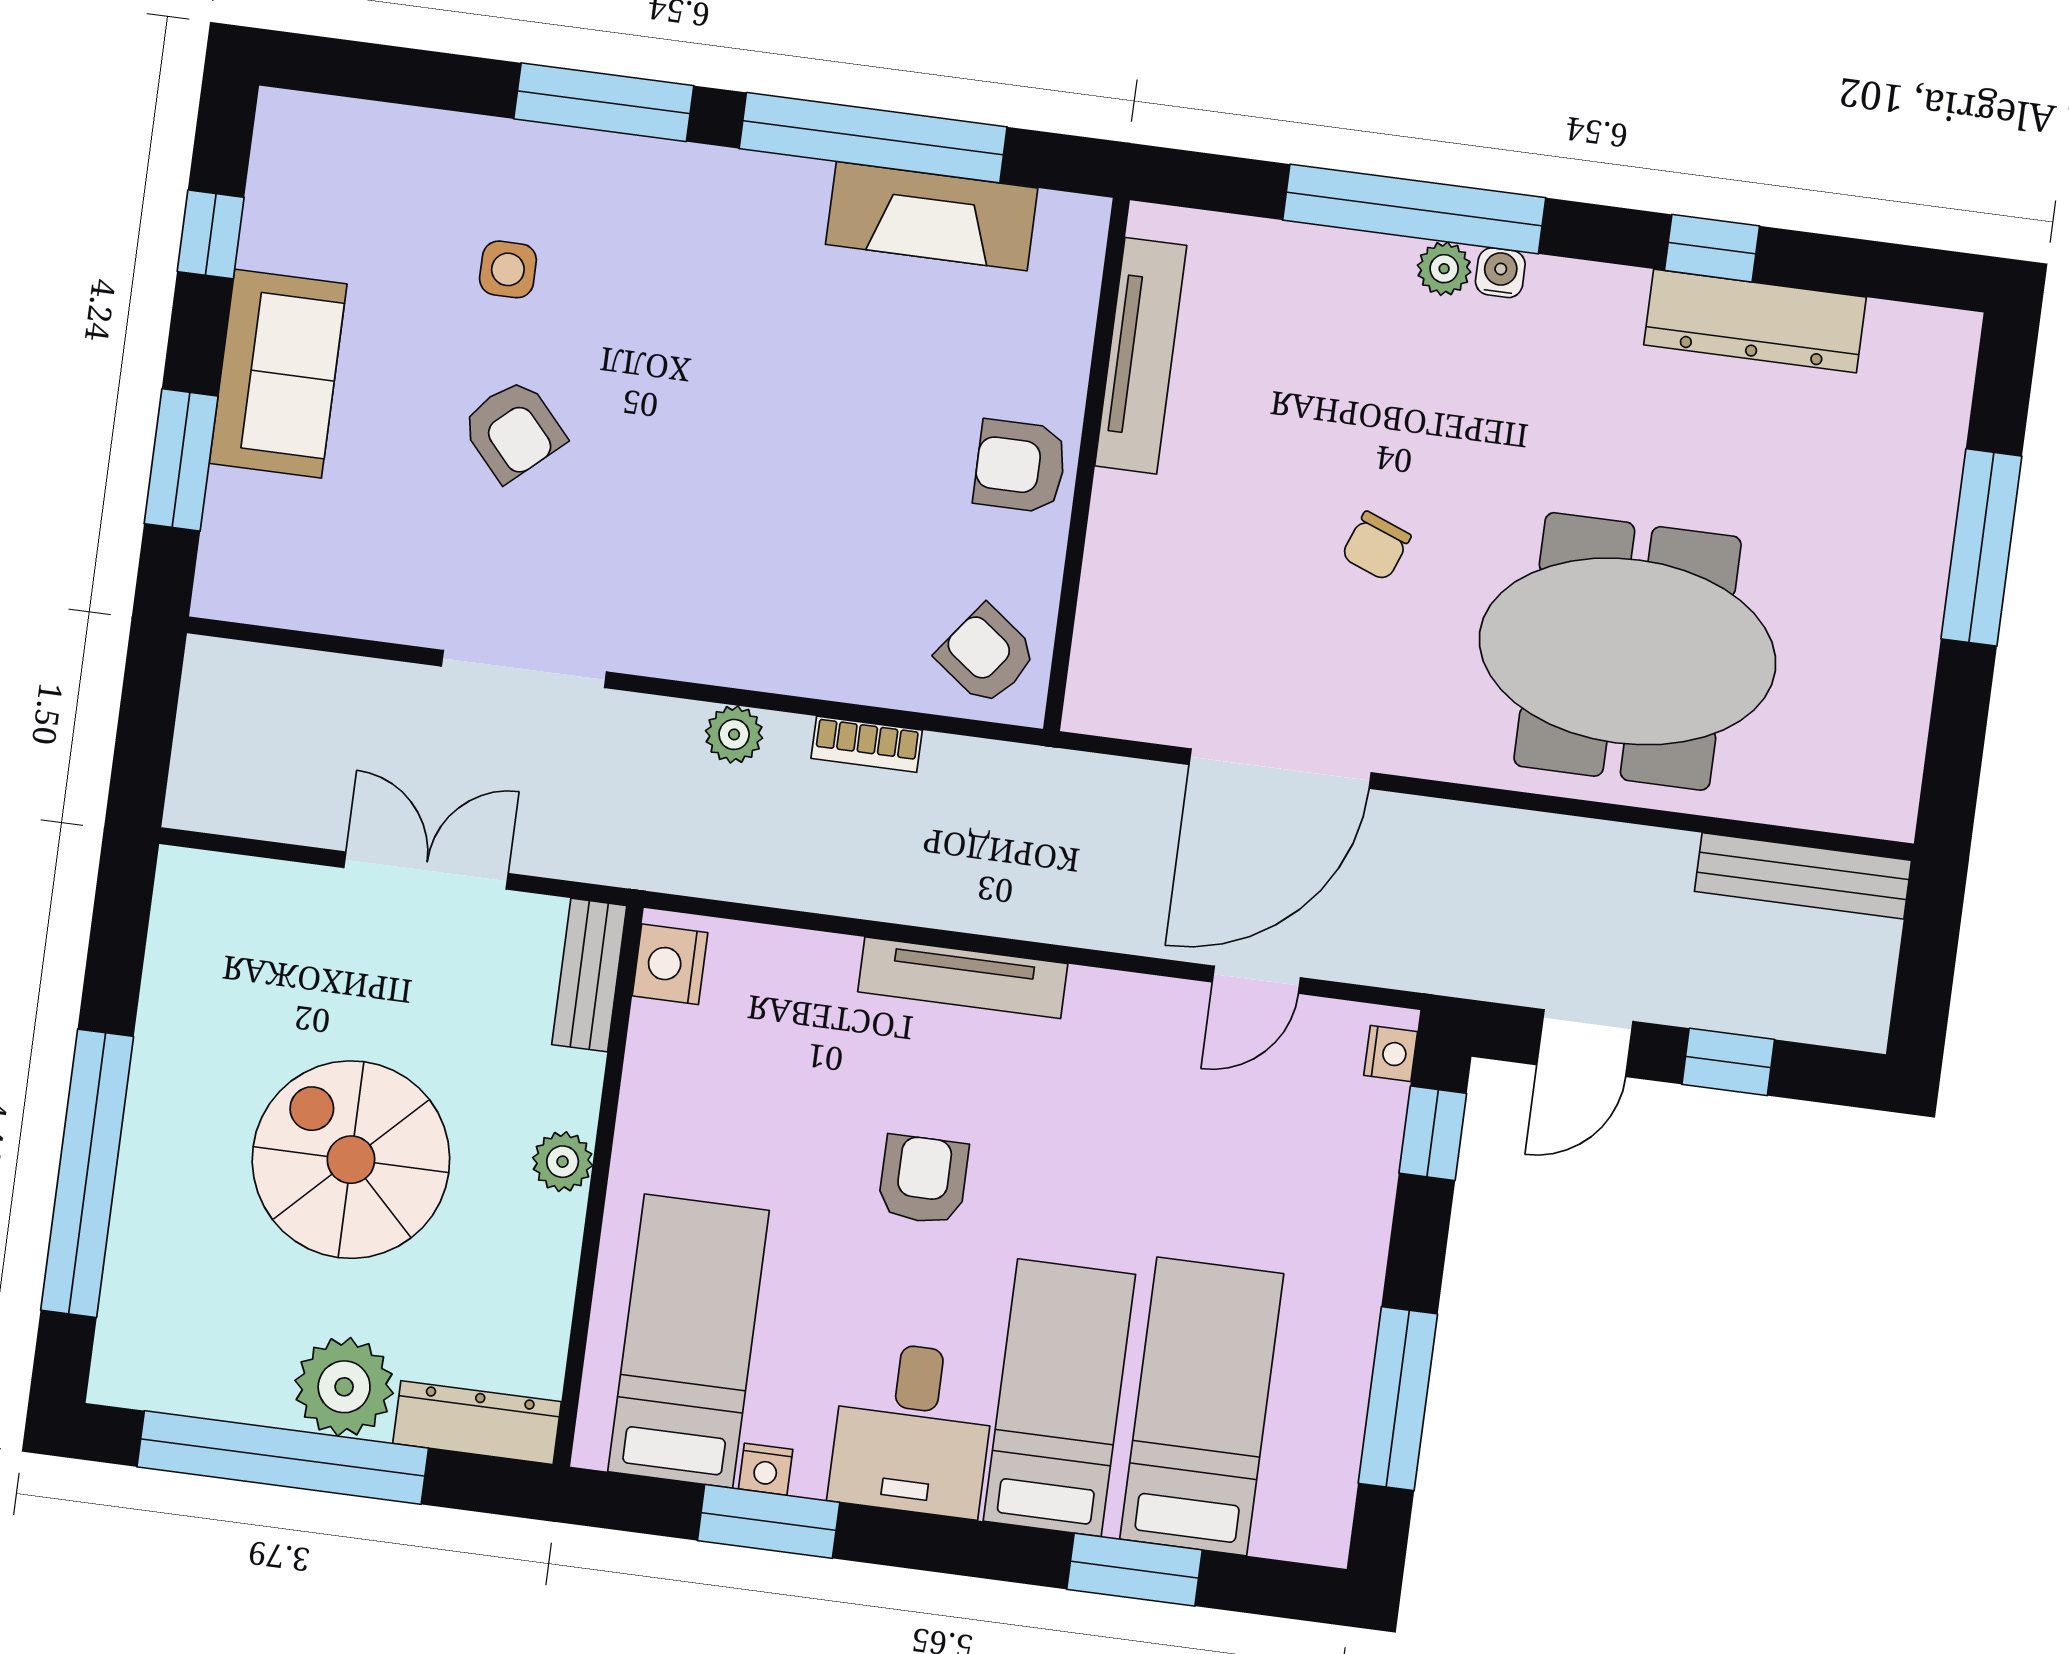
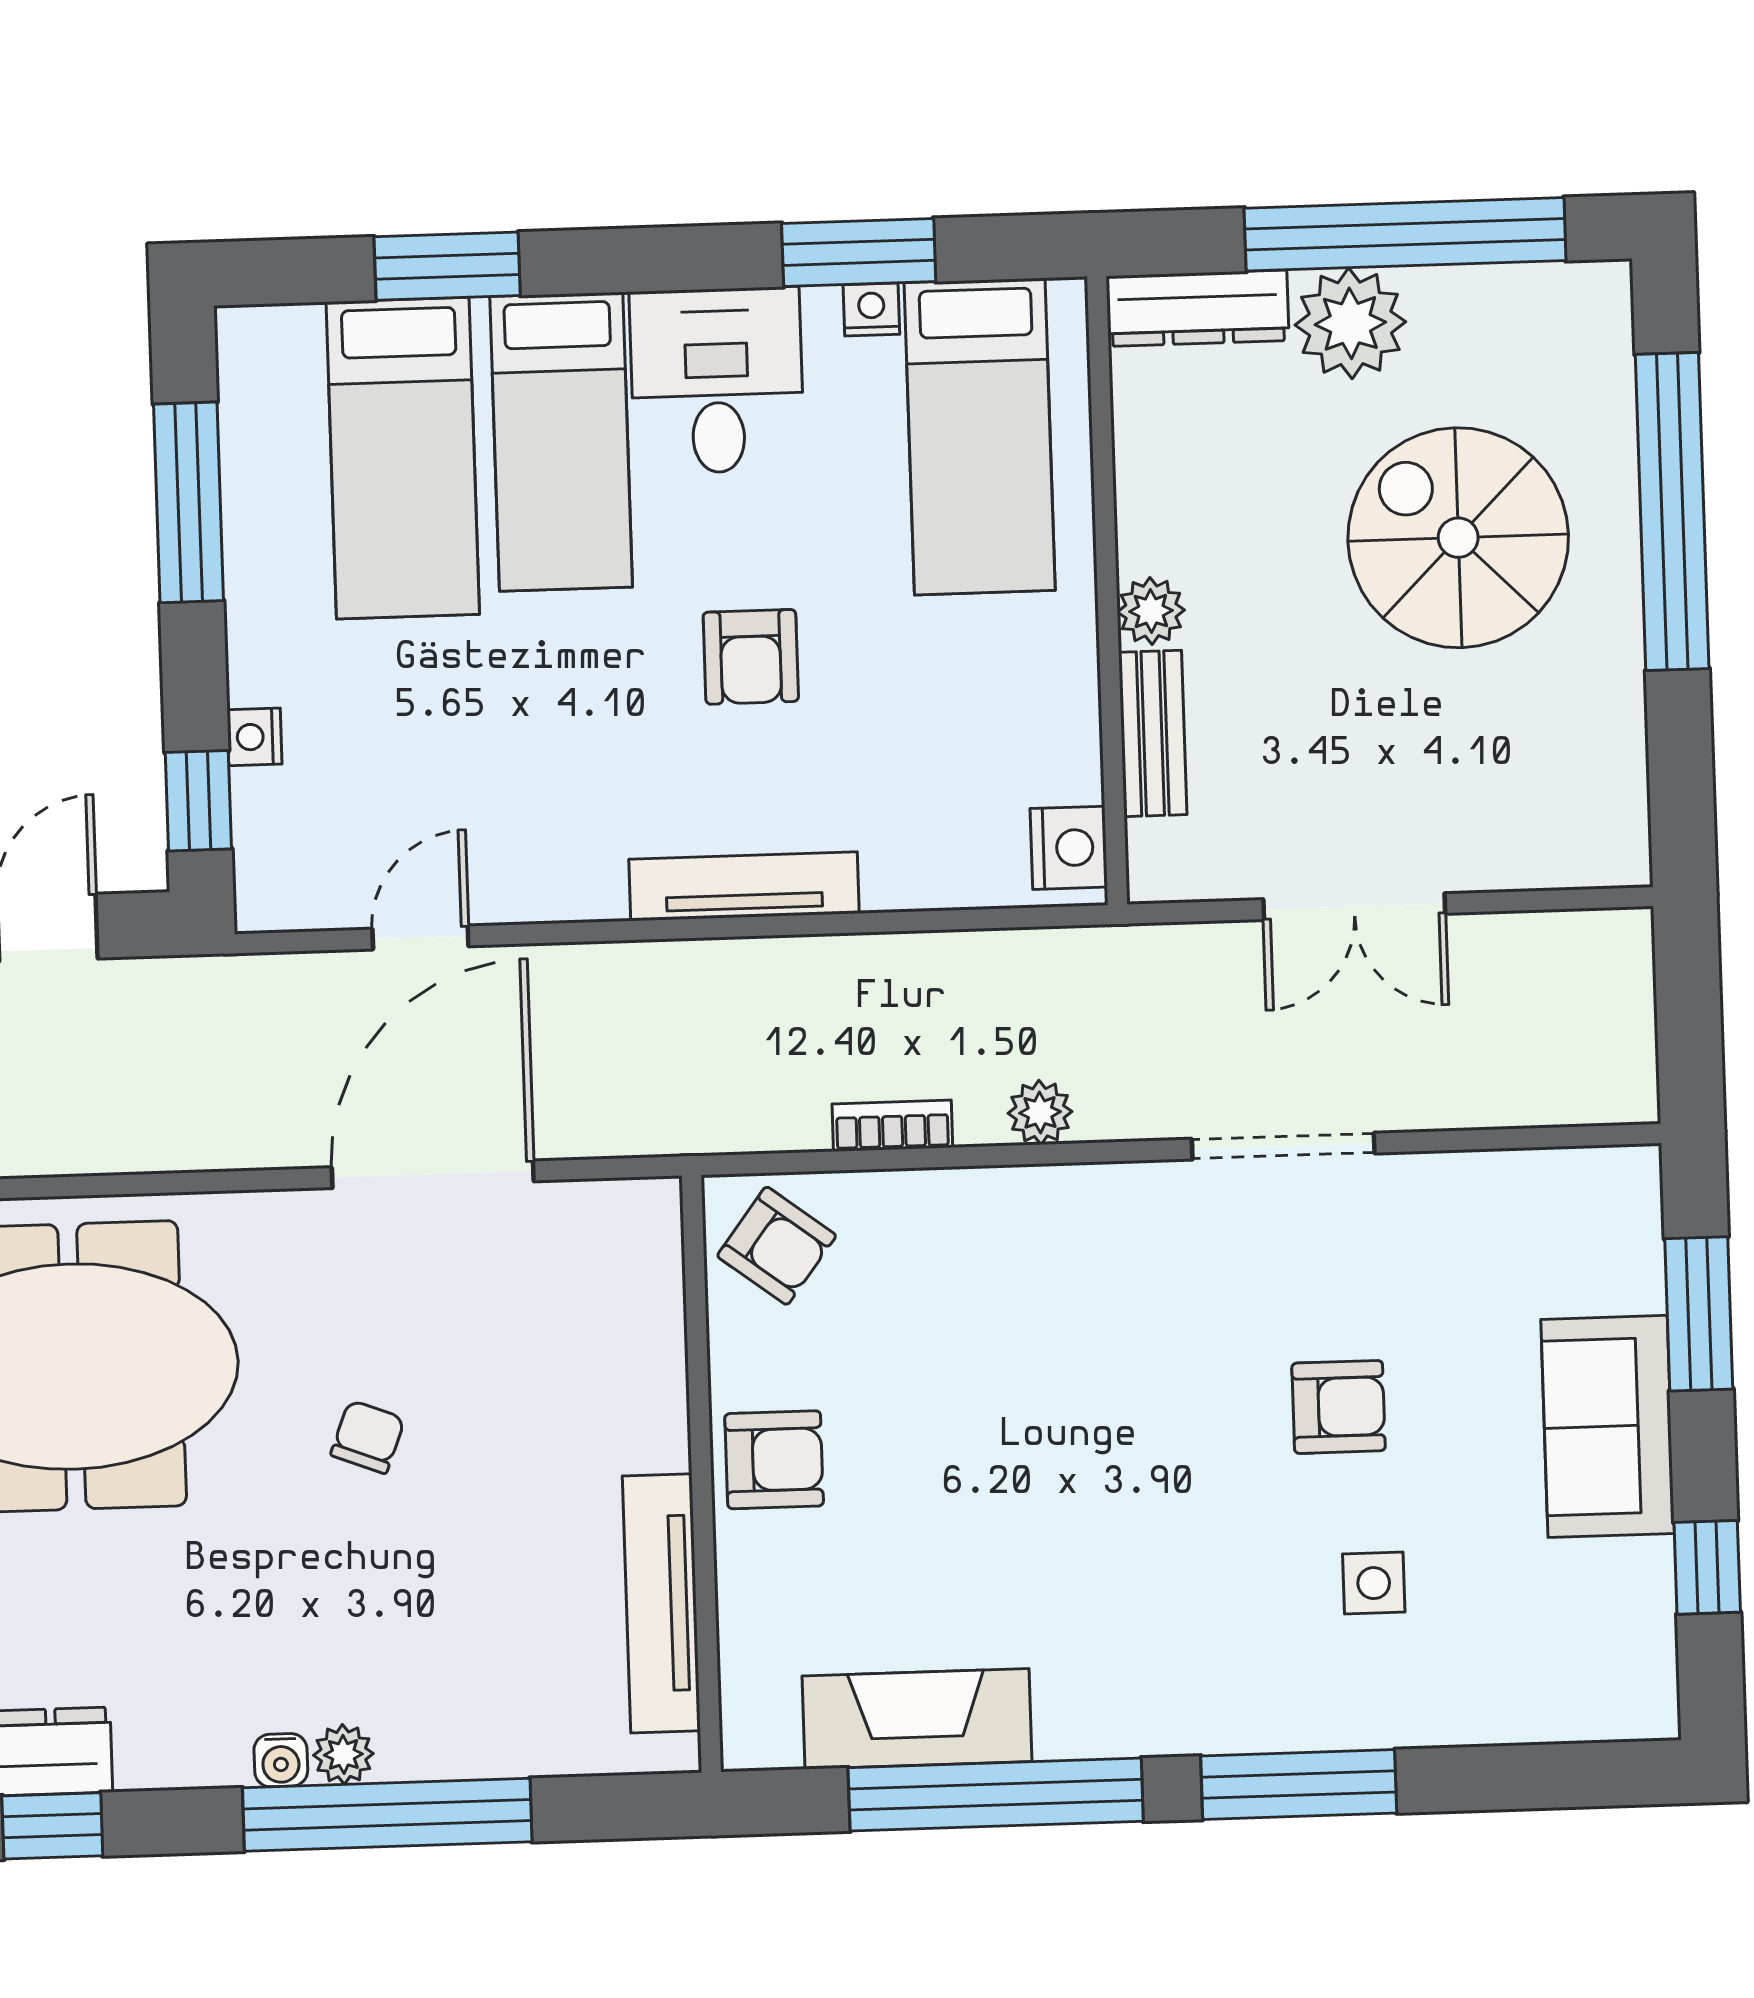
armchair: (513, 430) -> (1339, 1407), turned 132
bench: (589, 975) -> (1153, 733), moved
nightstand: (1391, 1054) -> (254, 737), moved
spiral stairs: (351, 1160) -> (1458, 538), moved, turned 180

